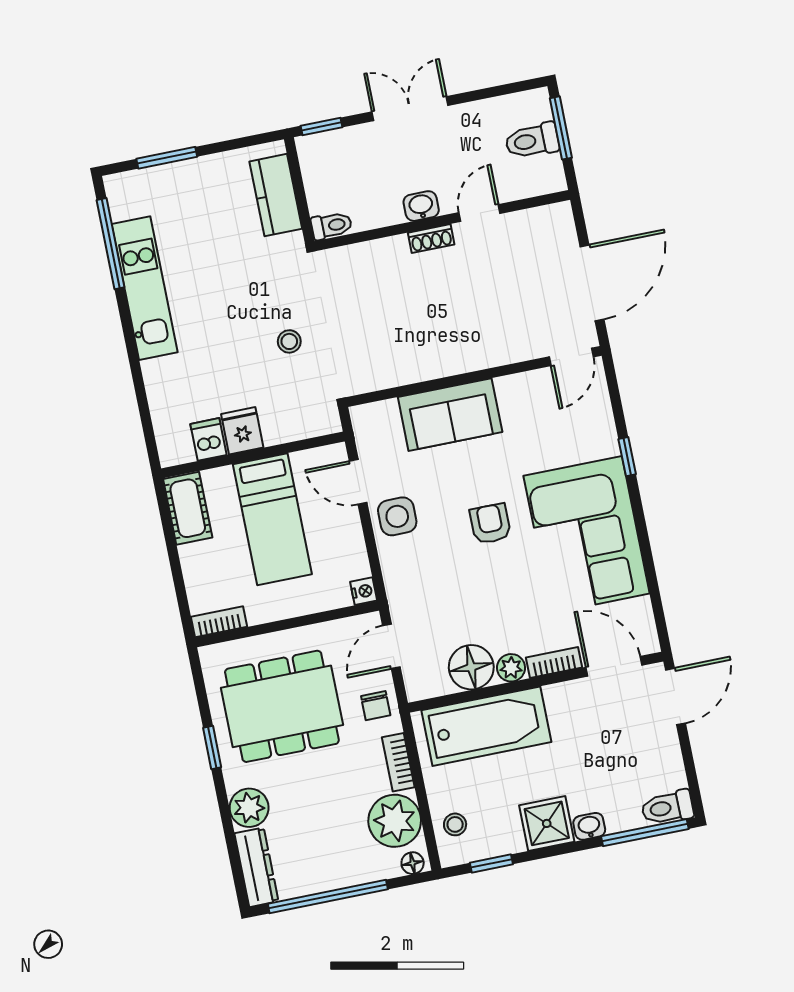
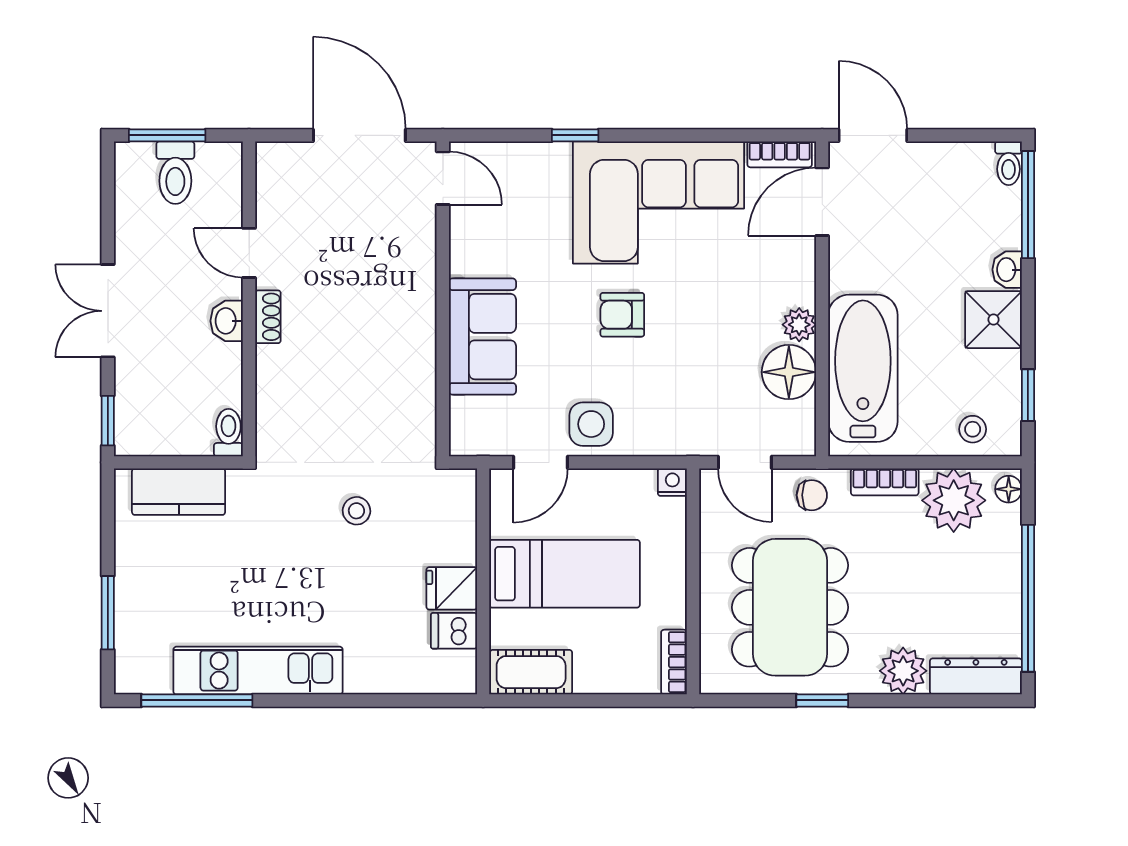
bookcase: (554, 663) -> (780, 154), moved, turned -90
toilet: (667, 808) -> (1009, 163), width x0.73, depth x0.72

